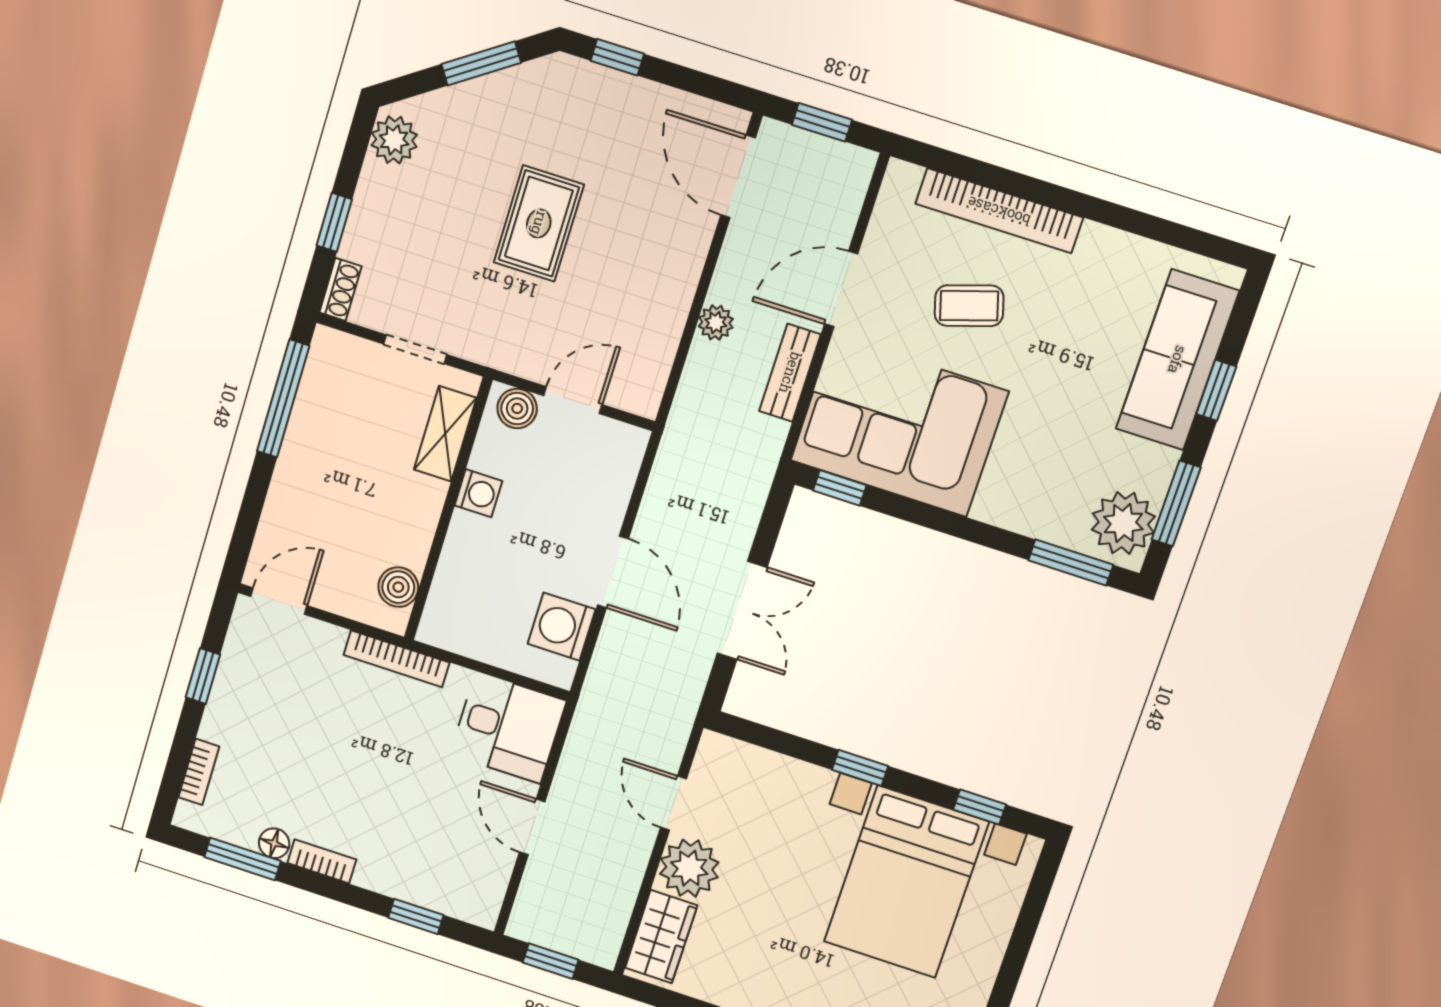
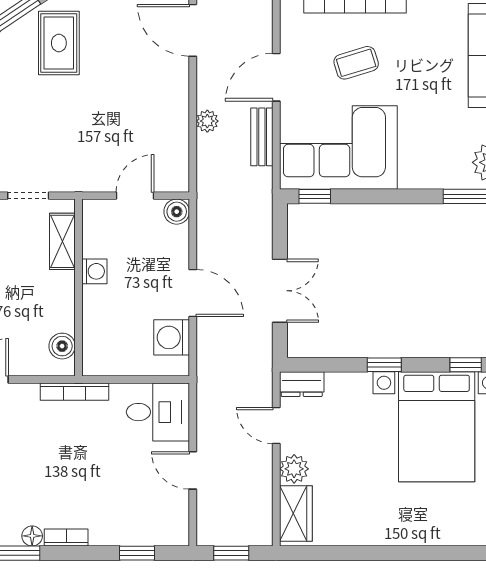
rug: (539, 223) -> (59, 43), moved
boiler: (517, 408) -> (177, 212), moved
dresser: (730, 756) -> (302, 384), added
plant: (689, 868) -> (294, 469), width x0.73, depth x0.73

